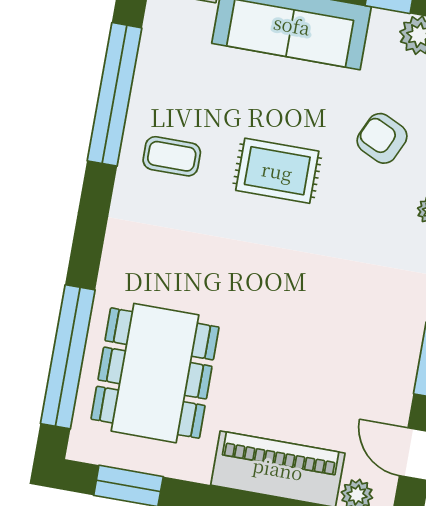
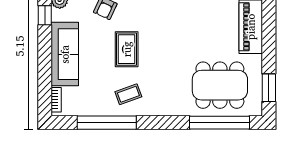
coffee table: (172, 156) -> (128, 94), turned 70

